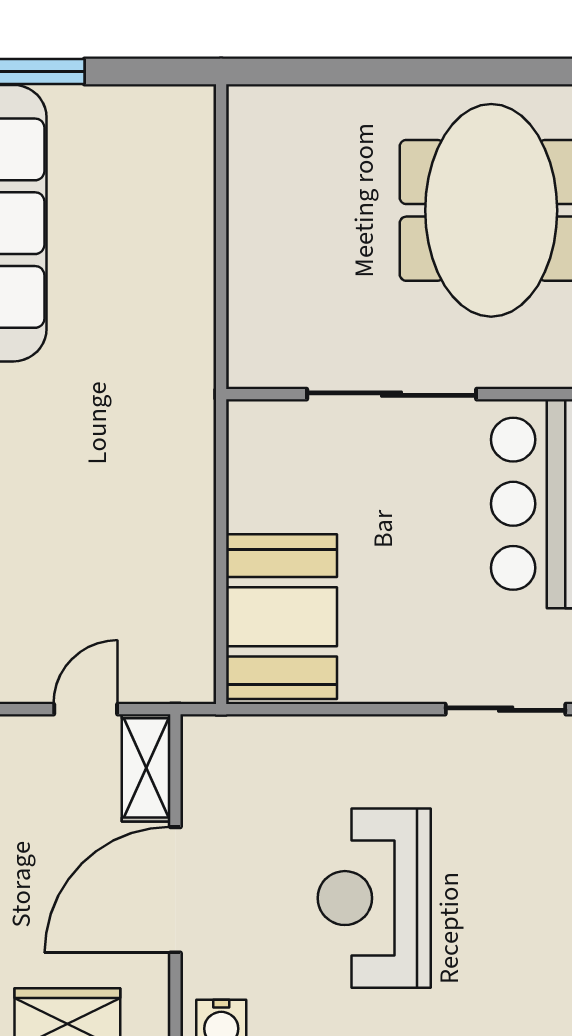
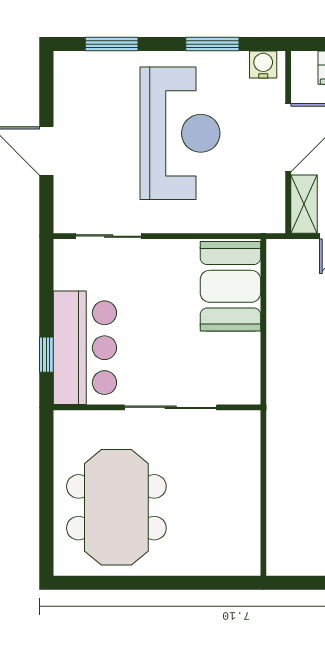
reception desk: (374, 898) -> (180, 133), width x1.36, depth x1.30

